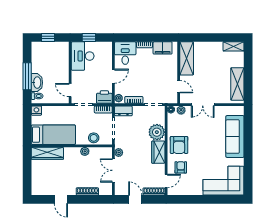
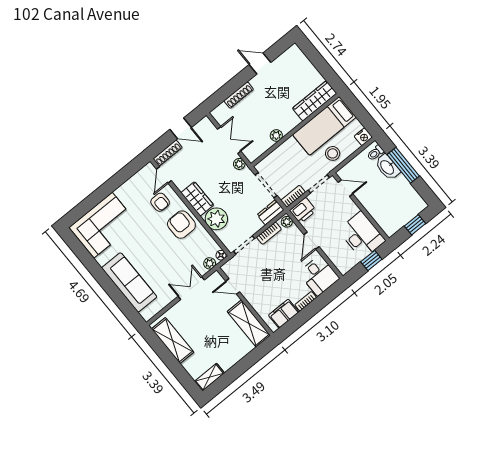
stool: (94, 138) -> (333, 153), moved

